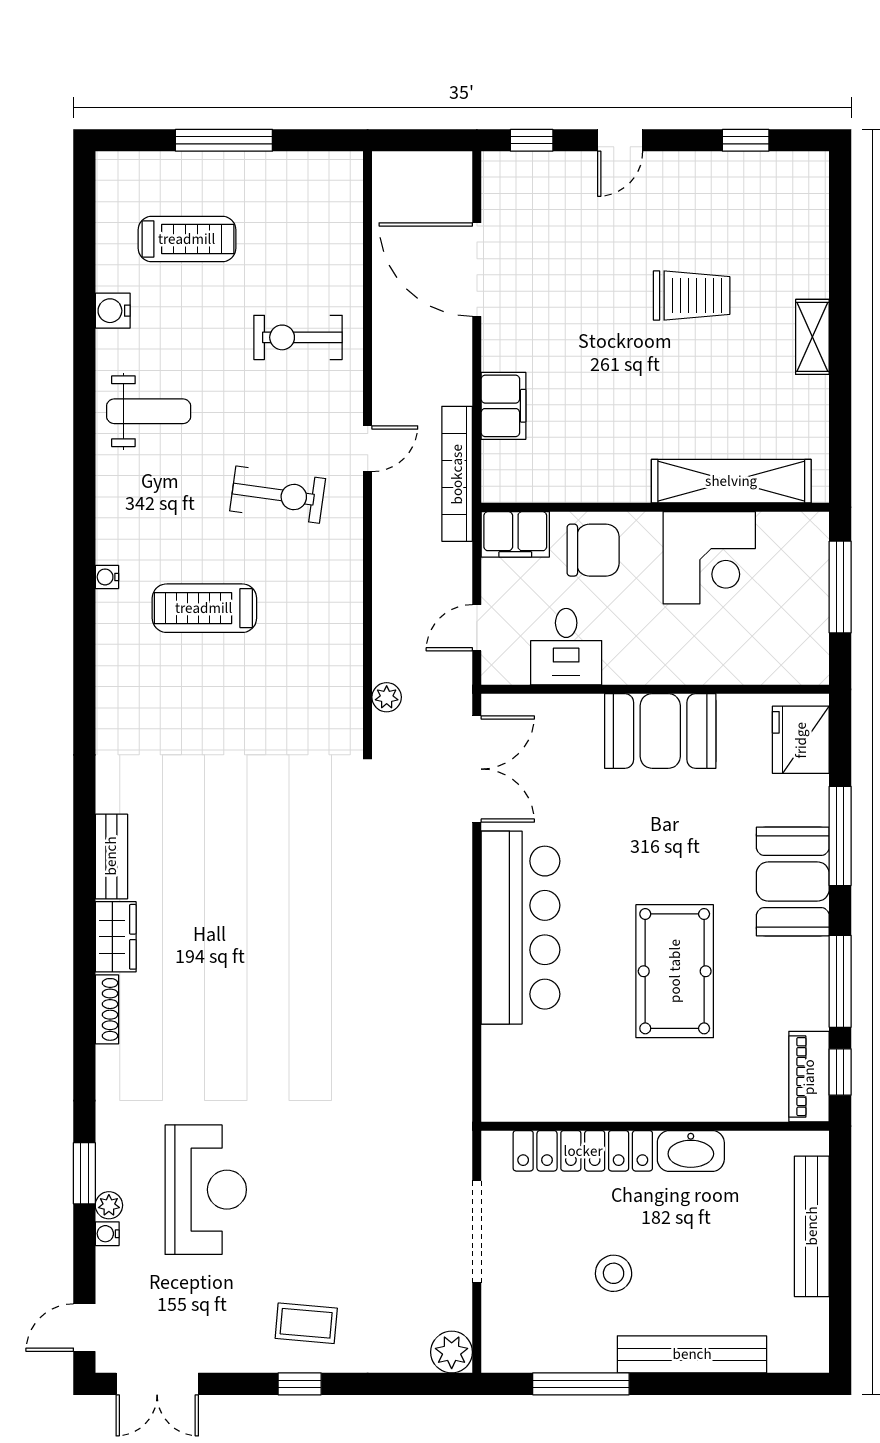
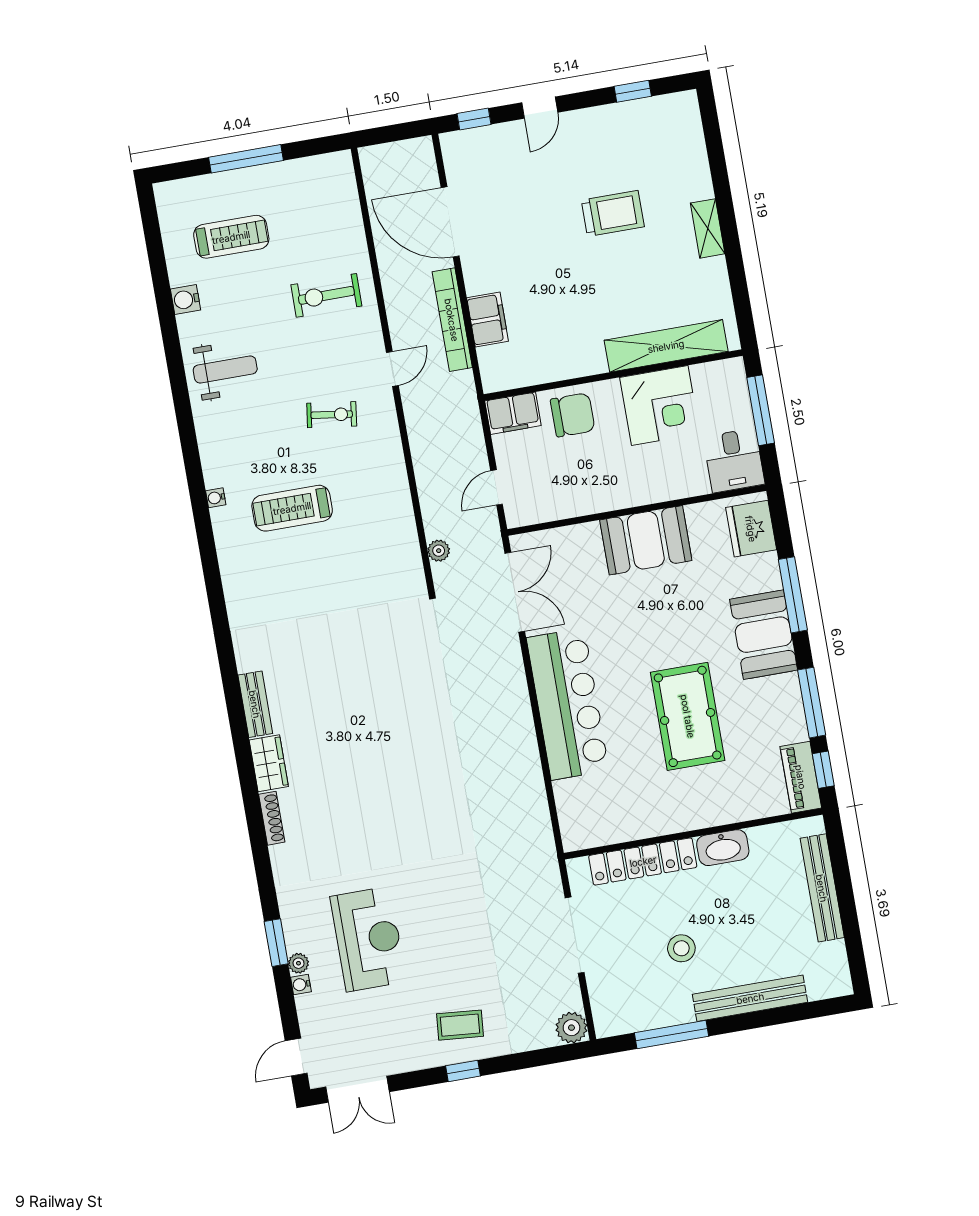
bookcase: (457, 474) -> (452, 320), moved
exercise bike: (278, 495) -> (332, 415), width x0.73, depth x0.72
desk: (566, 647) -> (734, 460), moved

